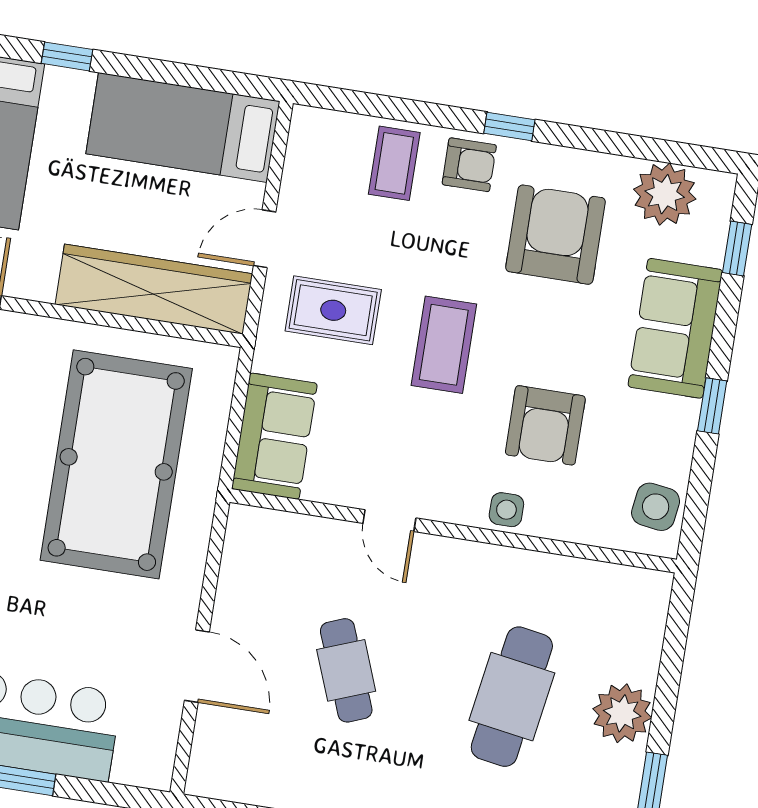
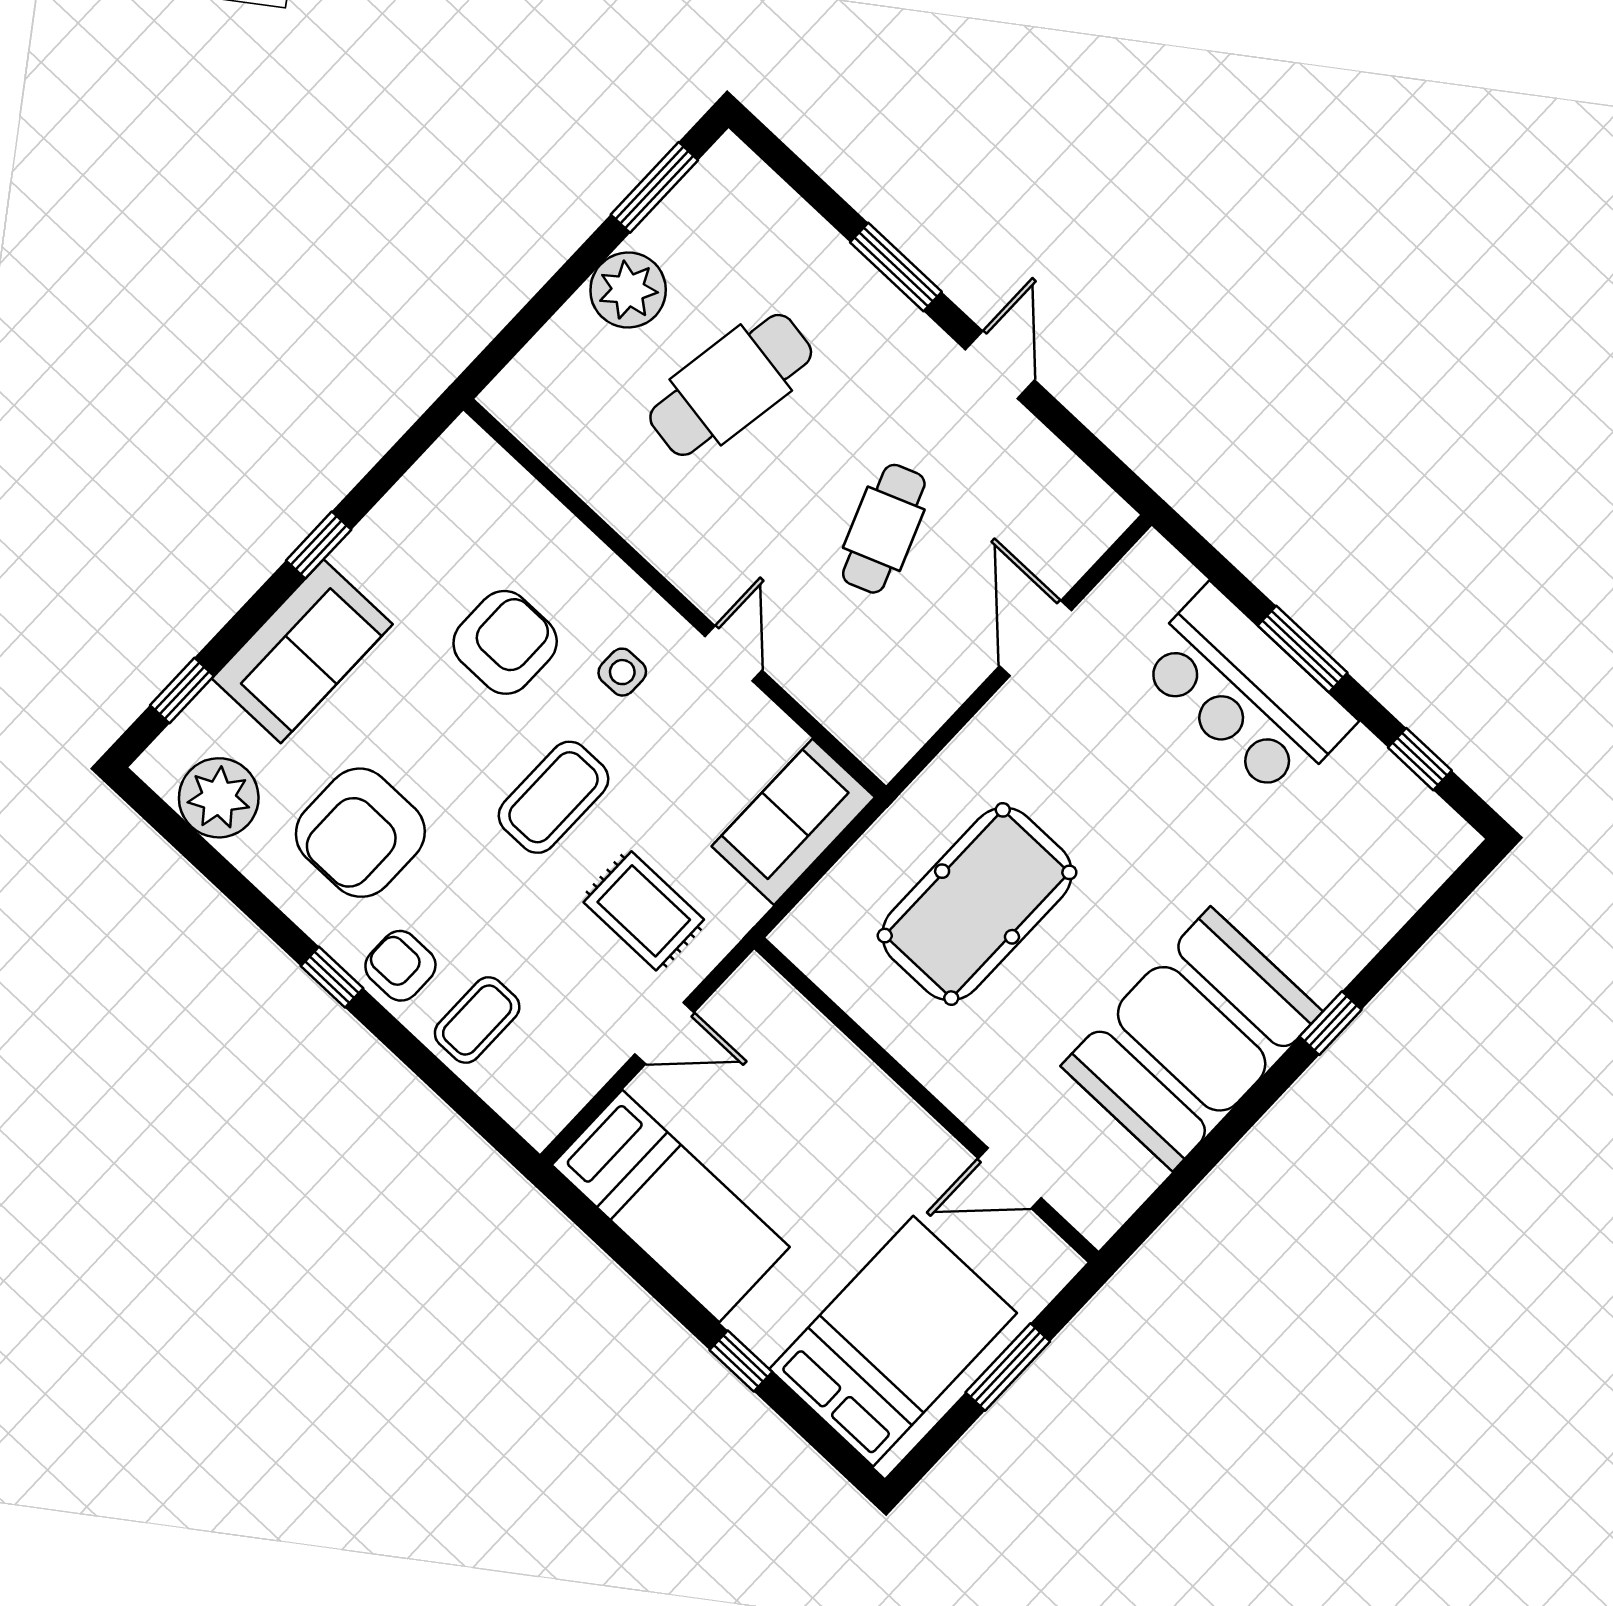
wardrobe: (154, 289) -> (815, 1059), removed
pool table: (116, 464) -> (977, 904), width x0.73, depth x0.76
side table: (656, 507) -> (448, 480), removed
side table: (506, 510) -> (622, 672), moved

